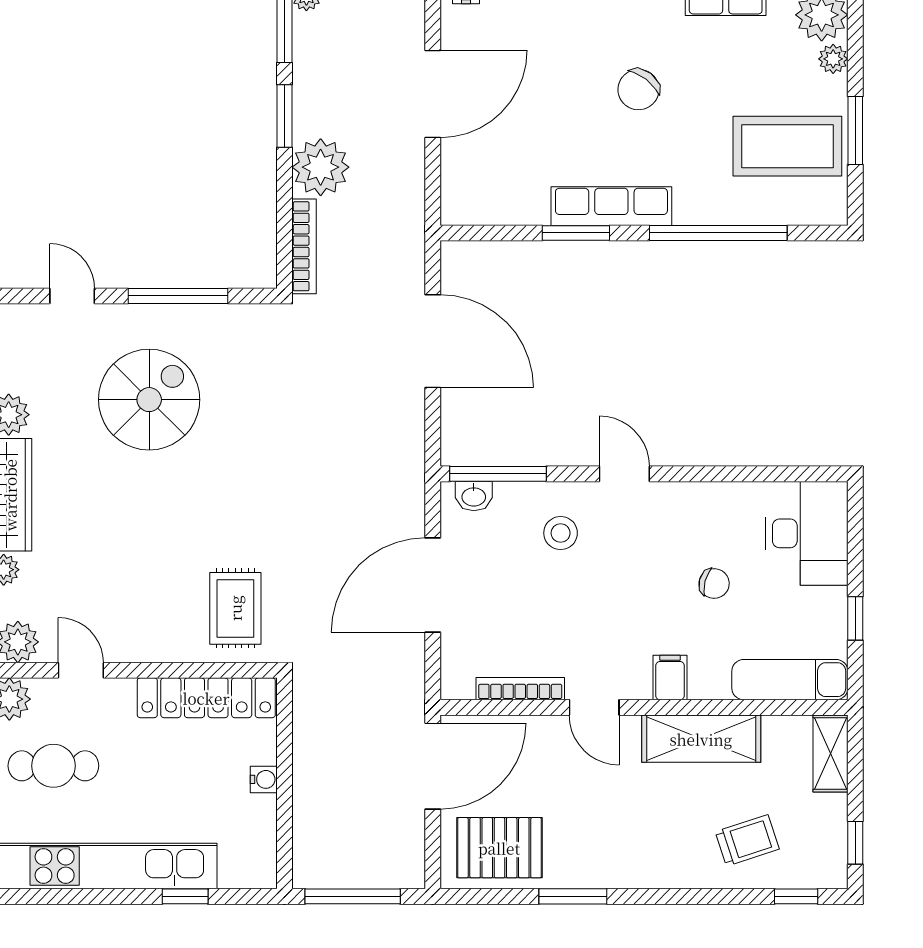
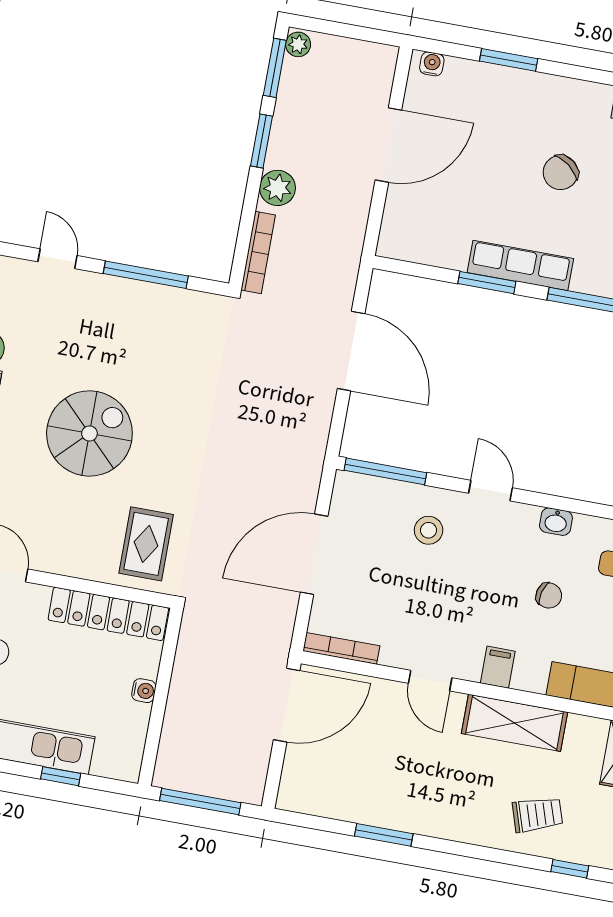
plant: (321, 167) -> (277, 188), width x0.73, depth x0.73
spiral stairs: (149, 400) -> (89, 433), moved
washbasin: (474, 496) -> (556, 522), moved
bookcase: (520, 689) -> (341, 648), moved
pallet: (499, 848) -> (330, 783), removed

